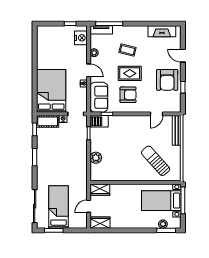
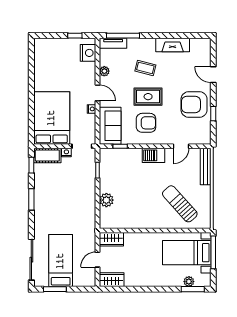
fireplace: (162, 31) -> (173, 45), moved
armchair: (167, 80) -> (194, 105), turned 90
barbecue: (99, 121) -> (154, 155), moved

